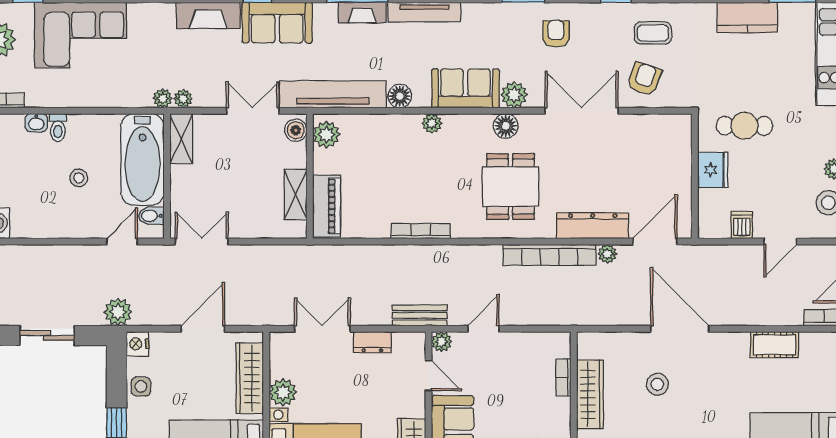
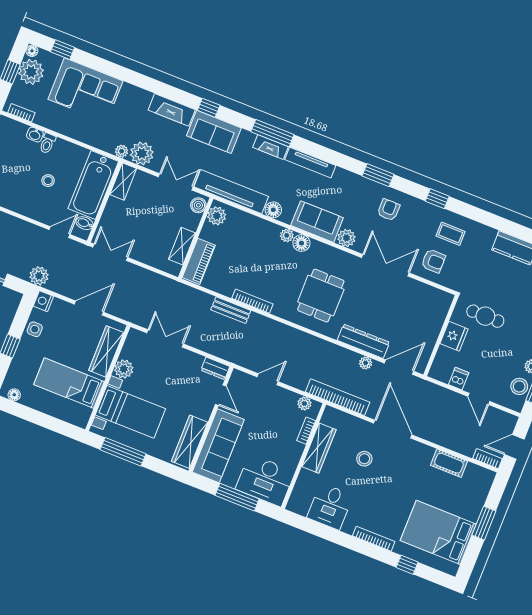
armchair: (644, 79) -> (433, 261), turned 70
plant: (183, 99) -> (142, 153), width x1.88, depth x1.88
floor lamp: (506, 126) -> (301, 243), moved
door: (780, 241) -> (479, 399), hinge flipped
bookcase: (550, 255) -> (338, 397), moved, turned 180
bench: (420, 315) -> (231, 310), moved
dresser: (372, 342) -> (215, 368), moved
plant: (441, 342) -> (304, 403), moved

